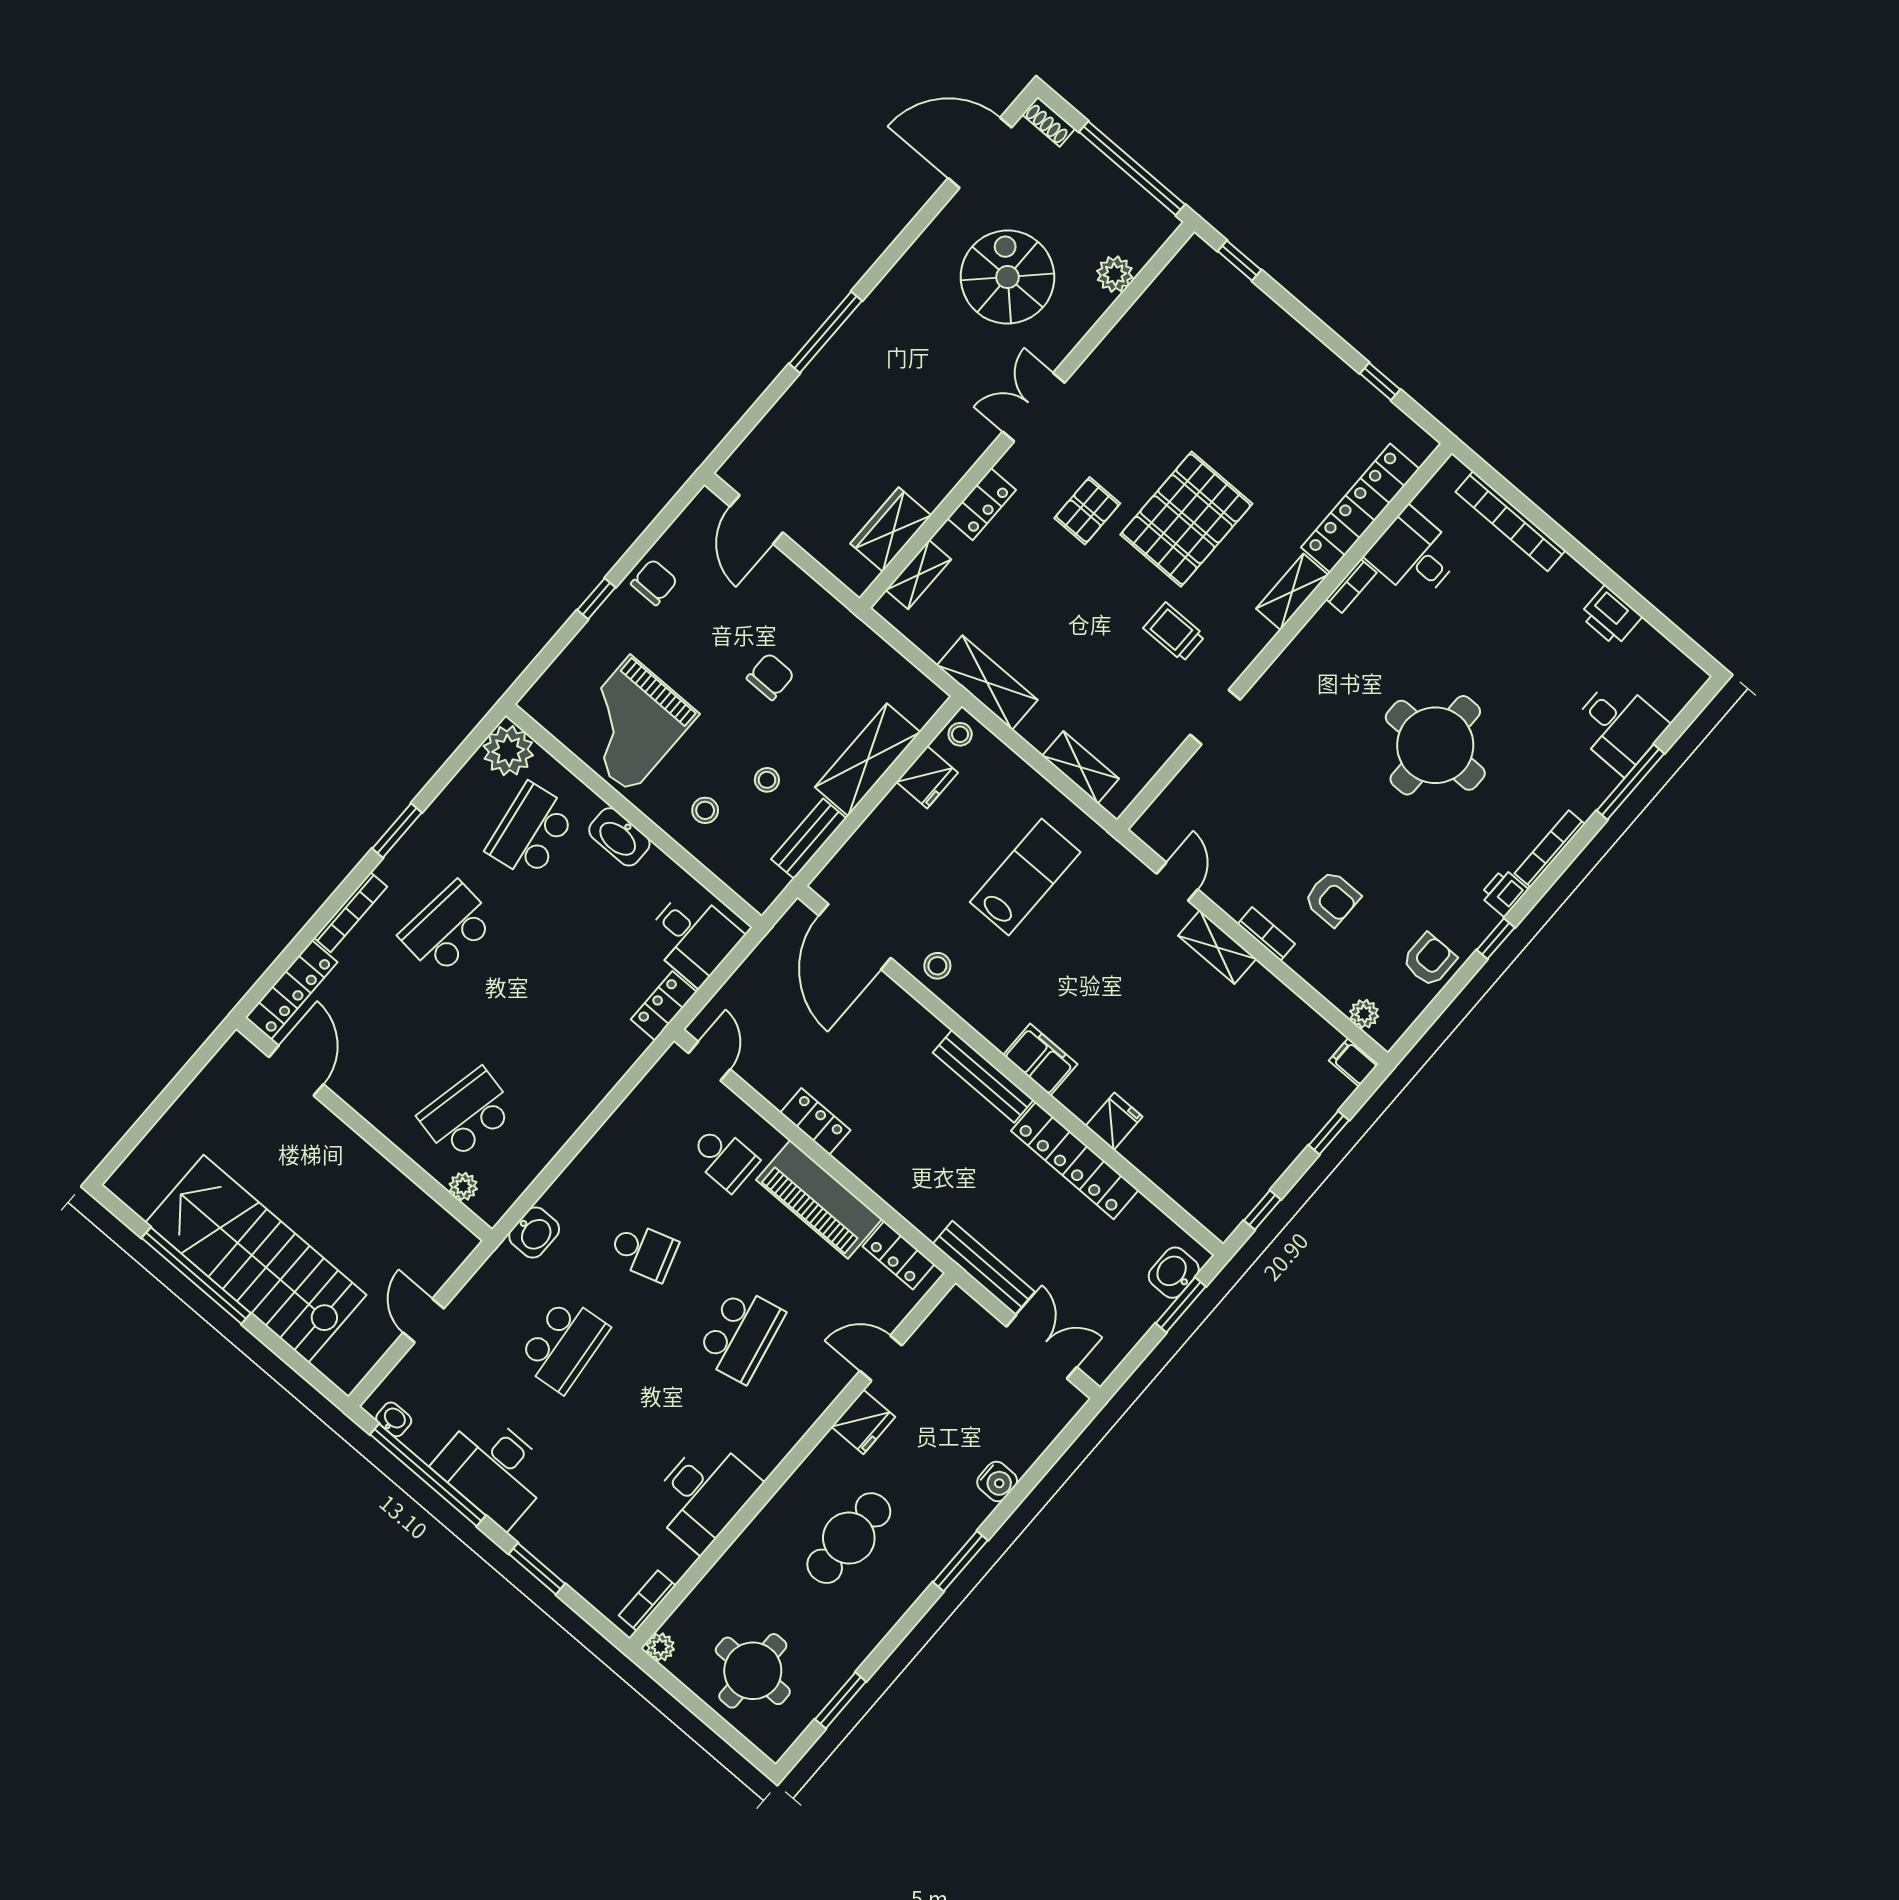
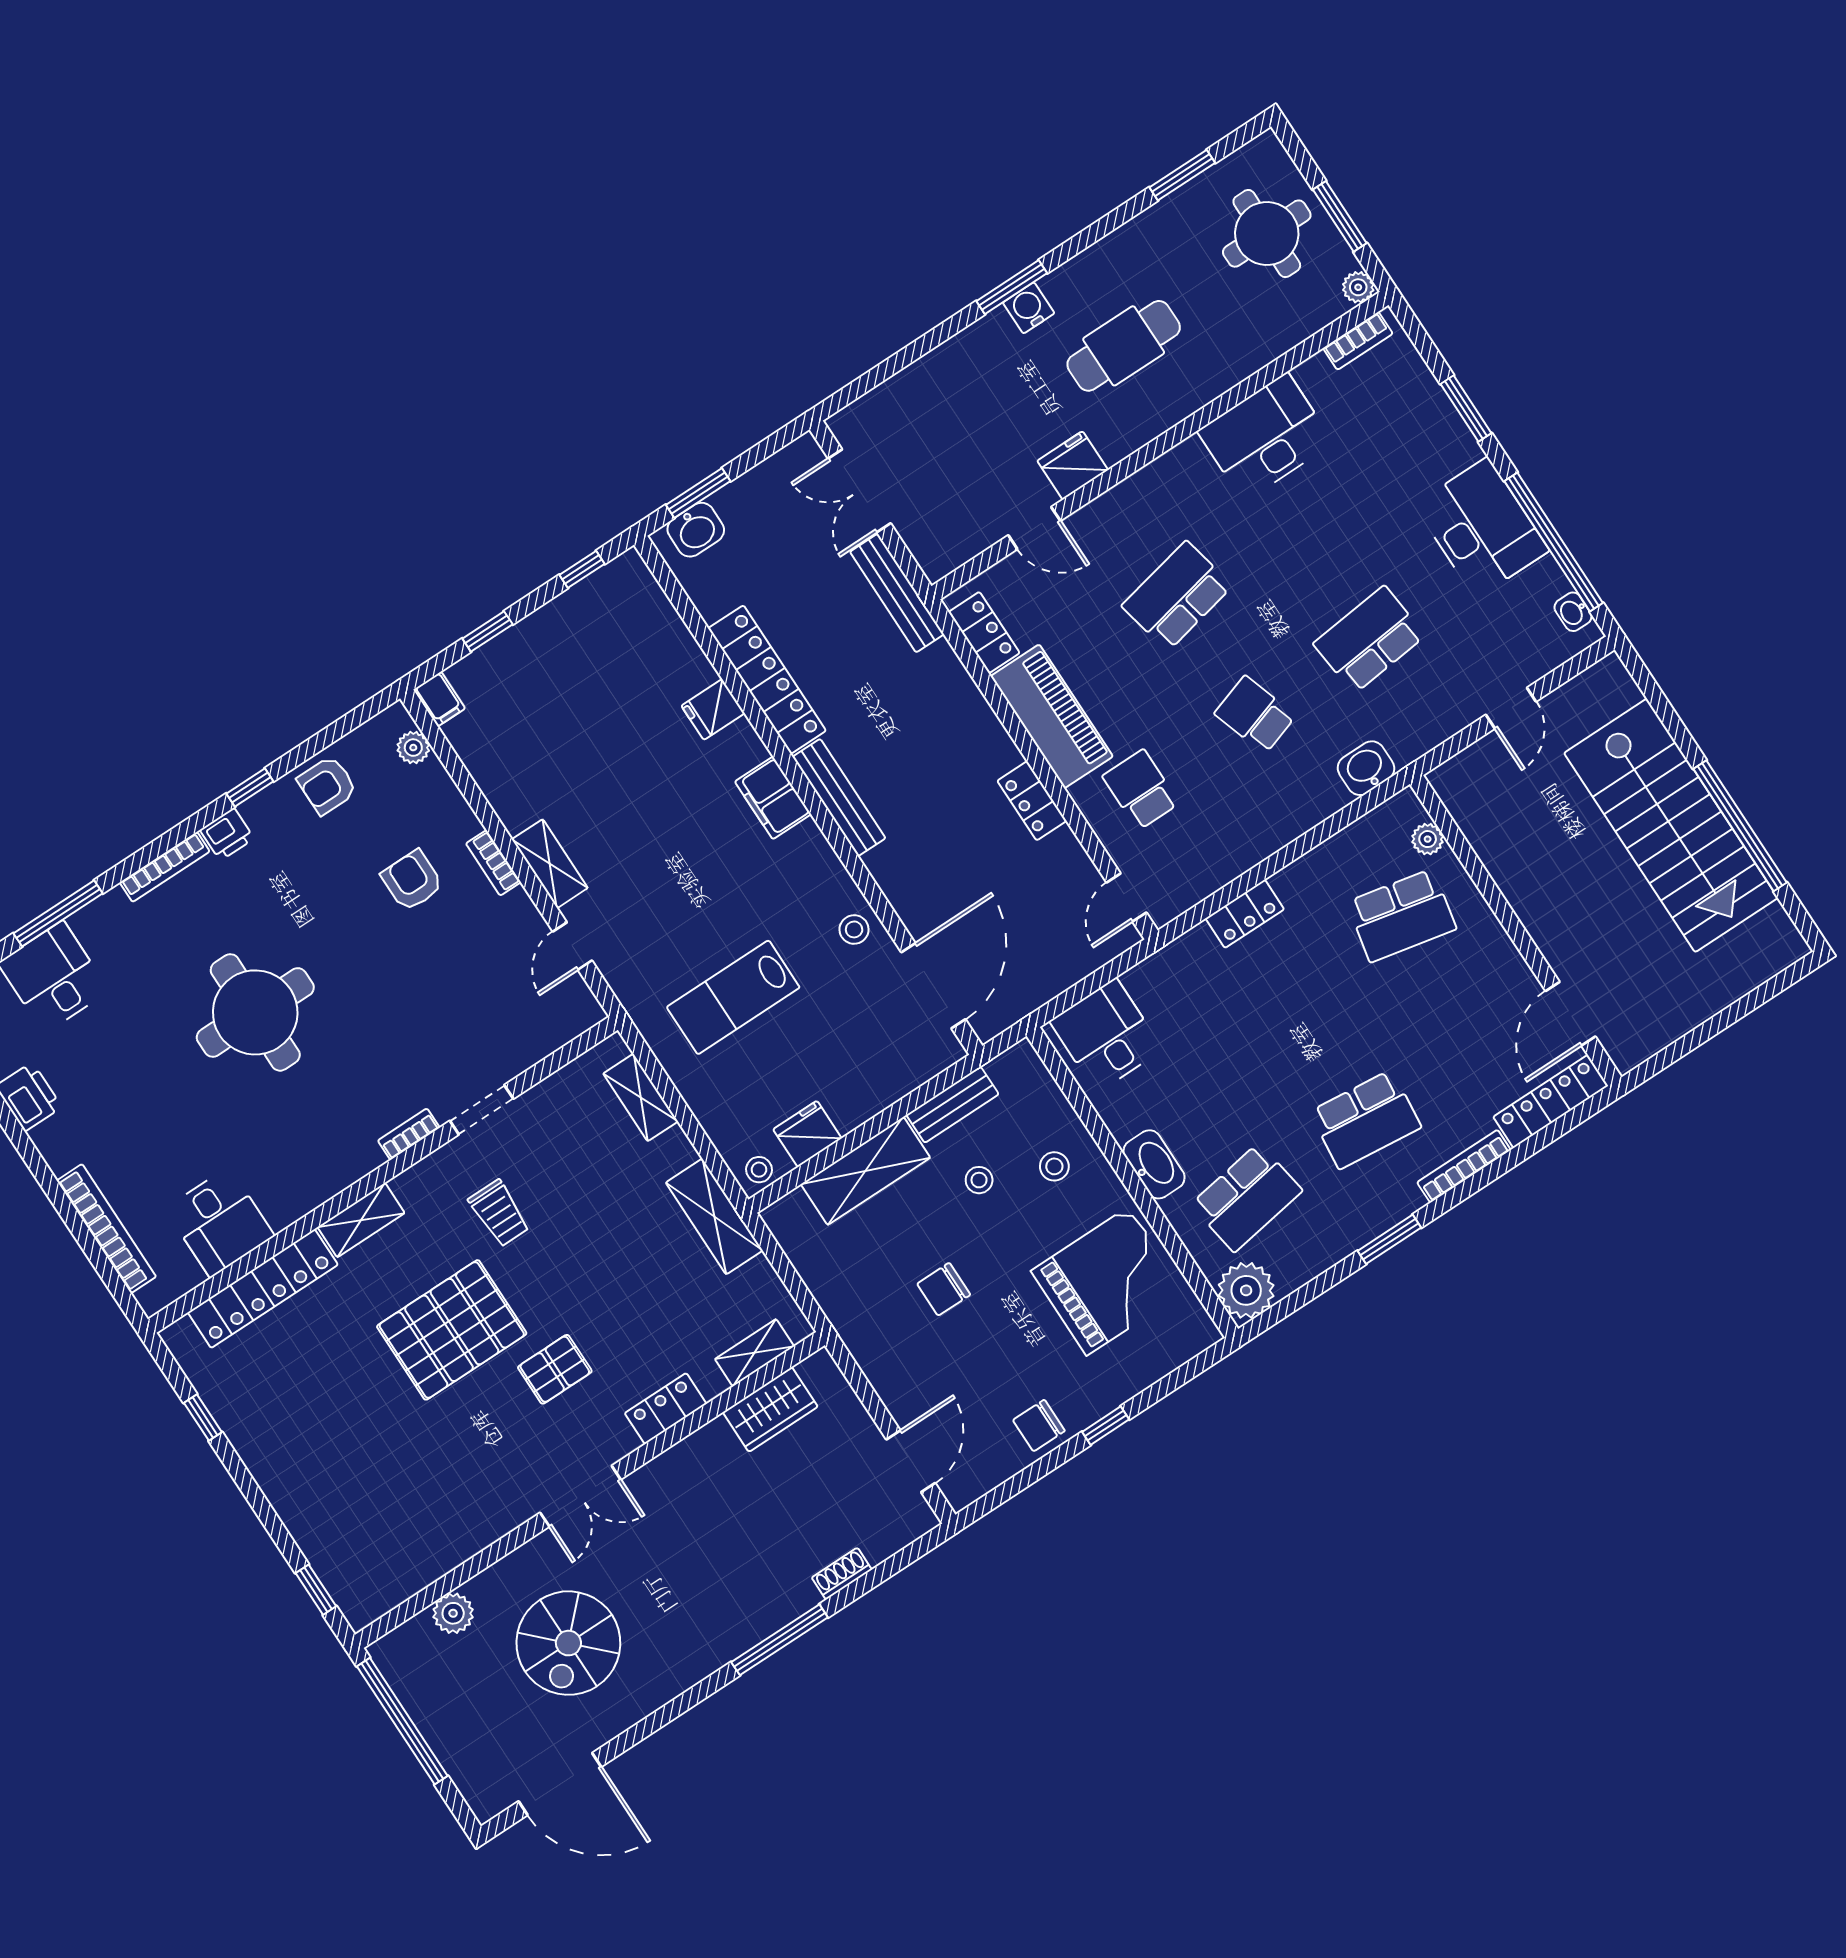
shoe rack: (1049, 122) -> (842, 1574), moved, turned -90
bookcase: (1351, 586) -> (409, 1134), moved
locker: (664, 1006) -> (1245, 914), moved
water cooler: (997, 1482) -> (1029, 308), moved
window: (694, 1704) -> (1340, 216), added

